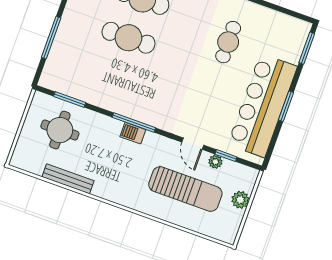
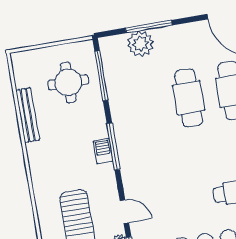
plant: (61, 53) -> (140, 44), added
window: (70, 100) -> (101, 76), width x1.44
door: (193, 144) -> (124, 212), swing flipped

